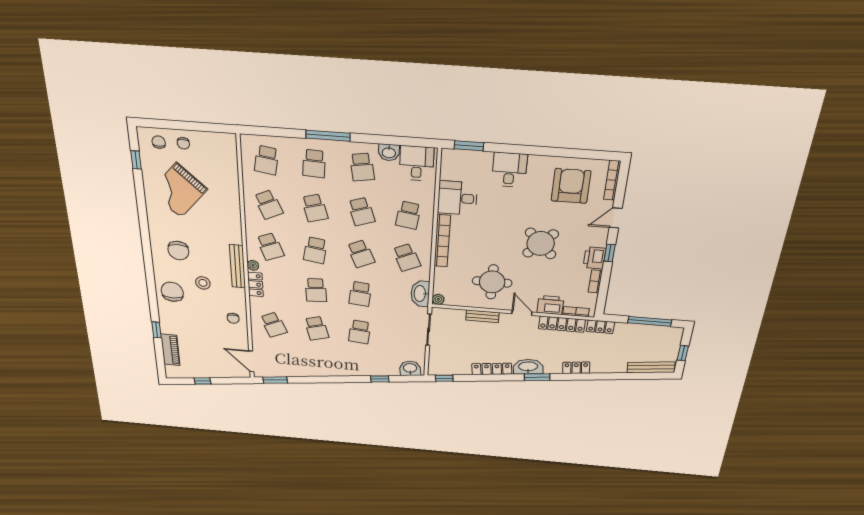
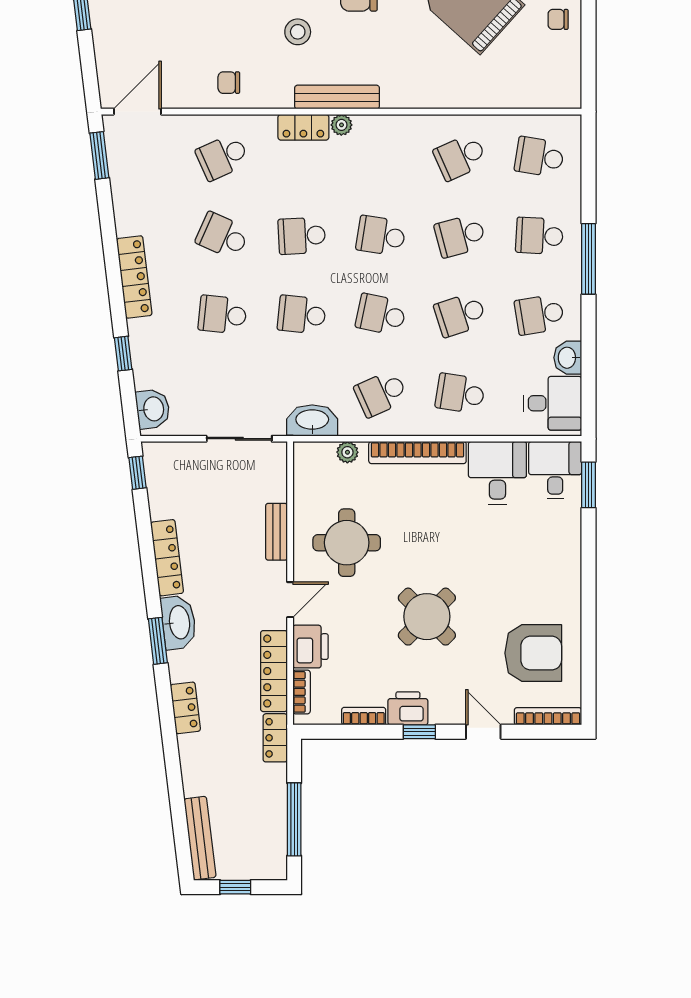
desk: (509, 170) -> (555, 470), moved, turned -90
school desk: (270, 247) -> (381, 157), removed
school desk: (361, 254) -> (381, 315), turned 36
plant: (438, 299) -> (347, 452), moved
school desk: (316, 328) -> (222, 236), turned 39
locker: (339, 370) -> (134, 277), added

